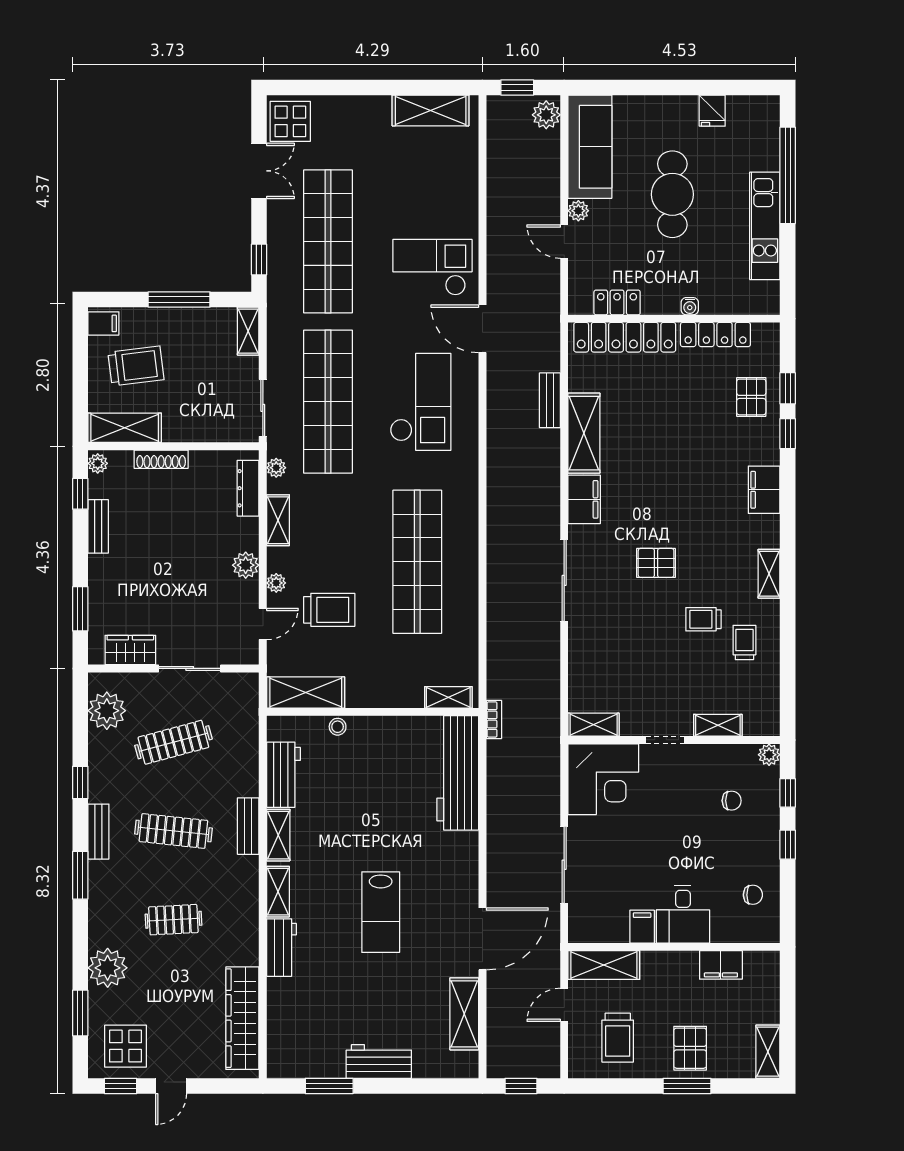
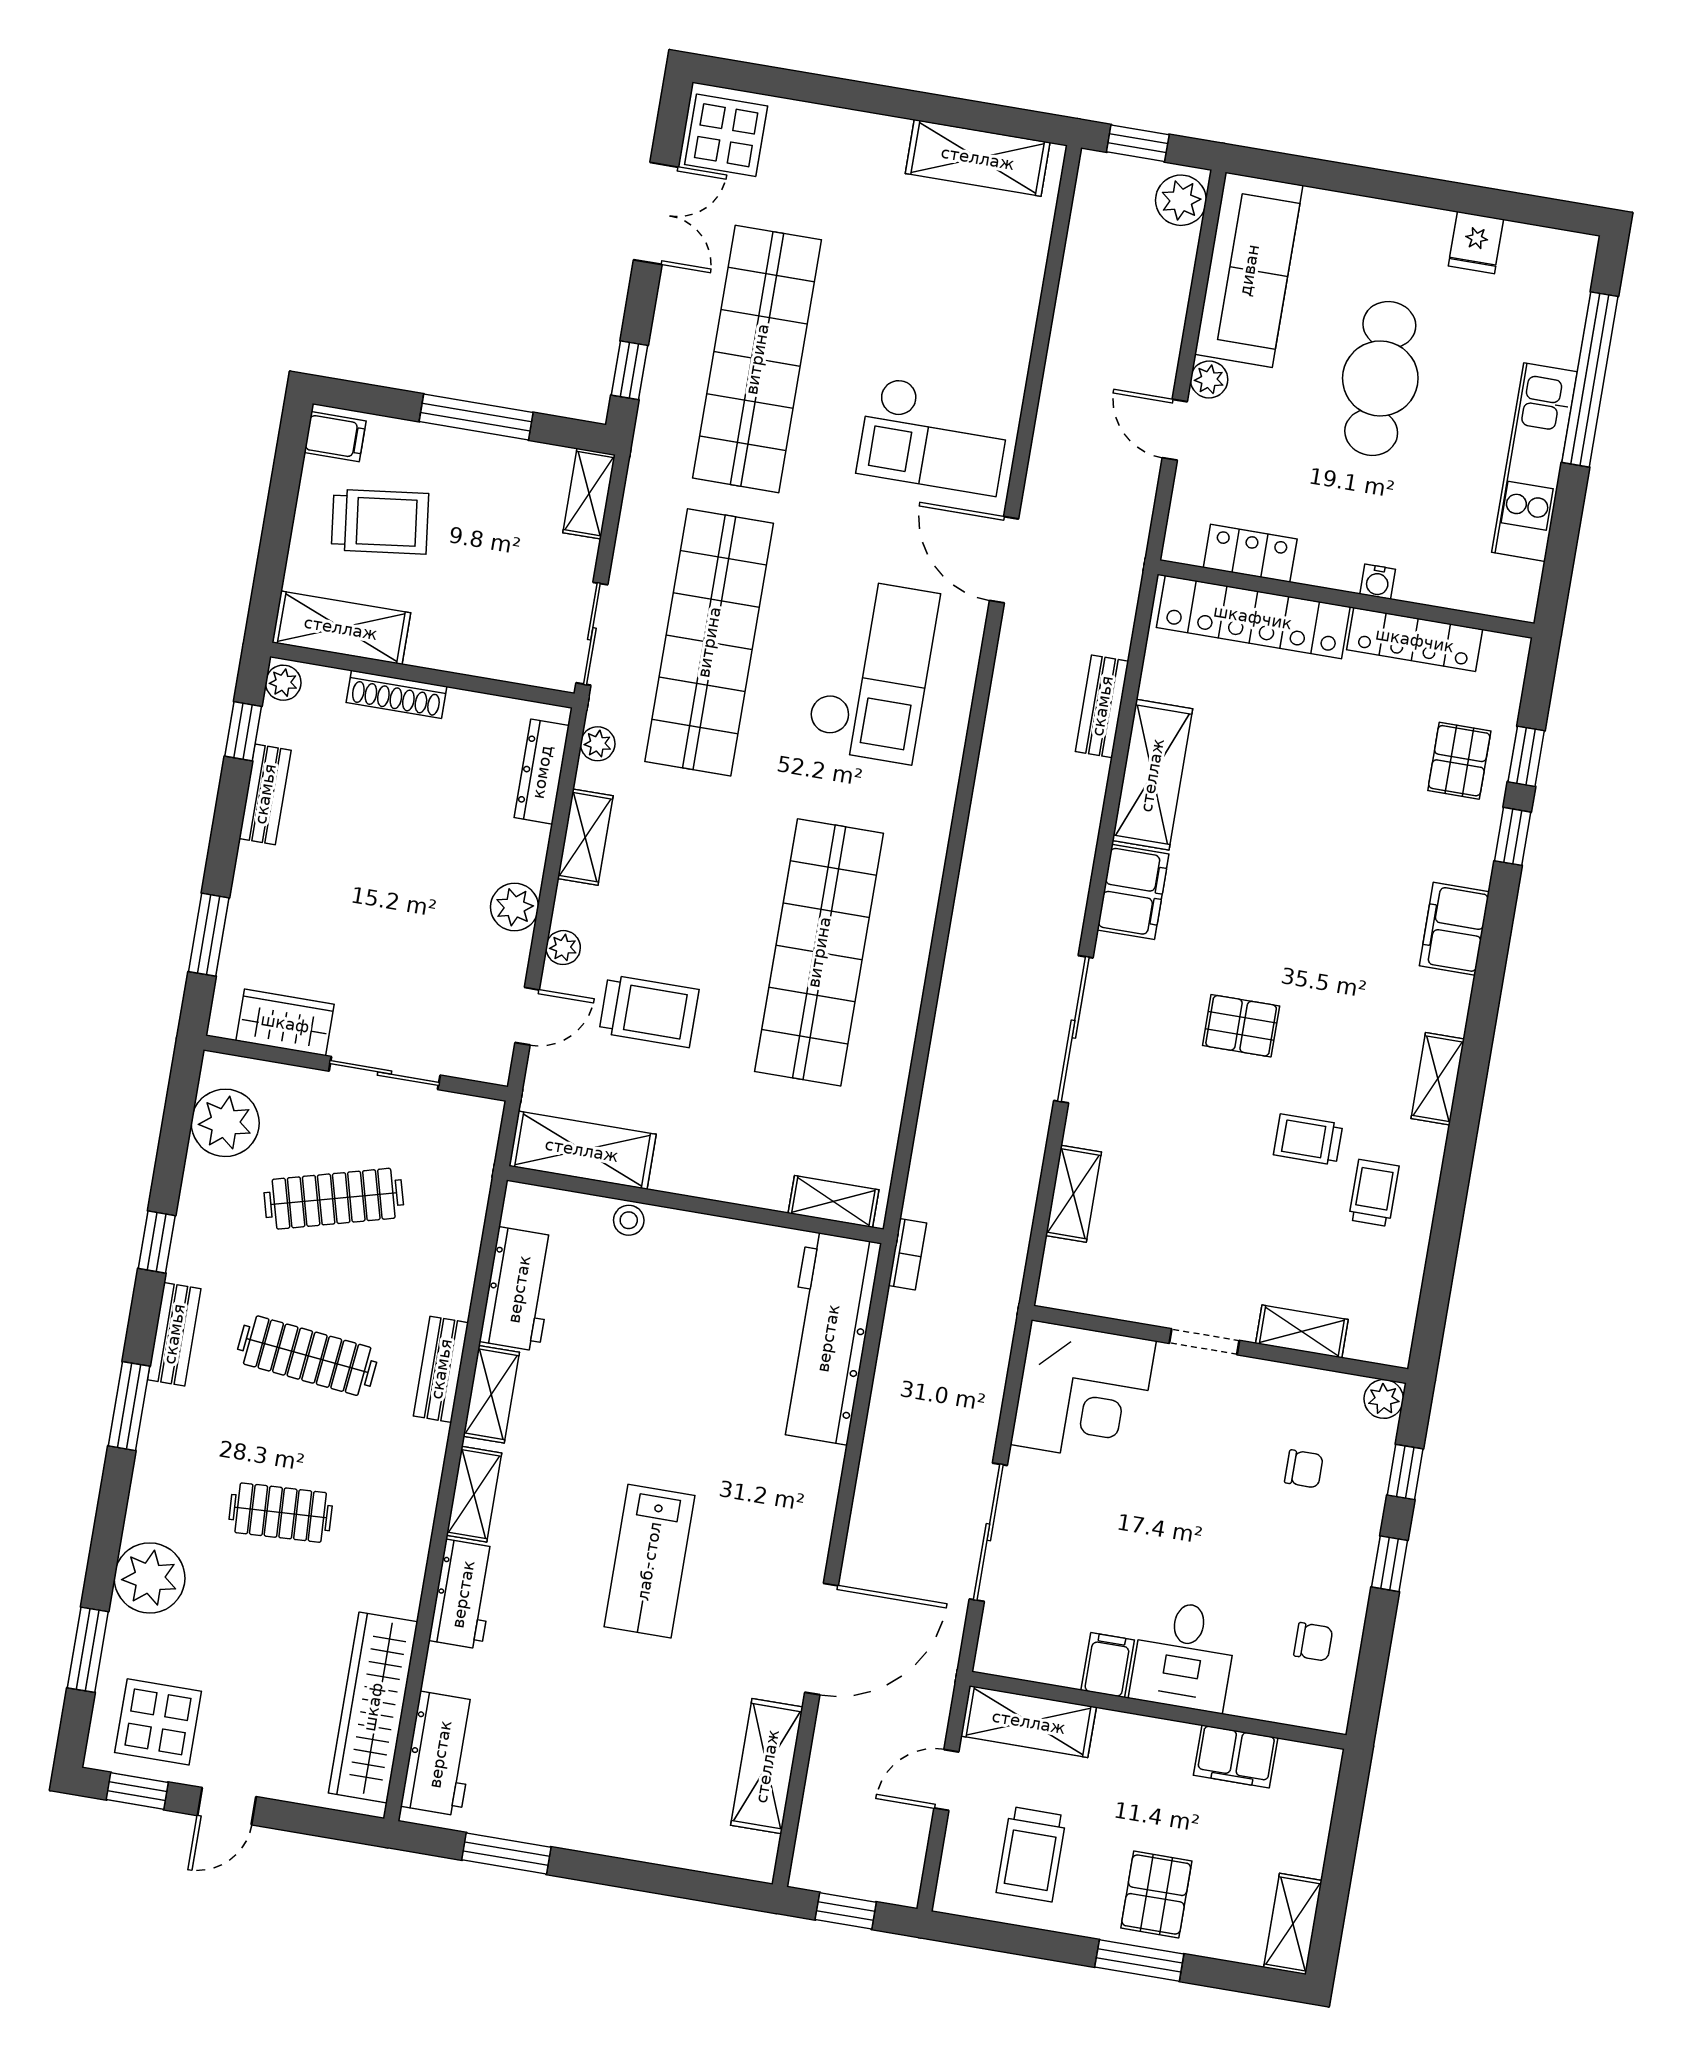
checkout: (432, 267) -> (934, 436), turned 180
shelving: (594, 725) -> (1073, 1194), moved, turned 90
workbench: (379, 1062) -> (440, 1754), moved, turned 90

